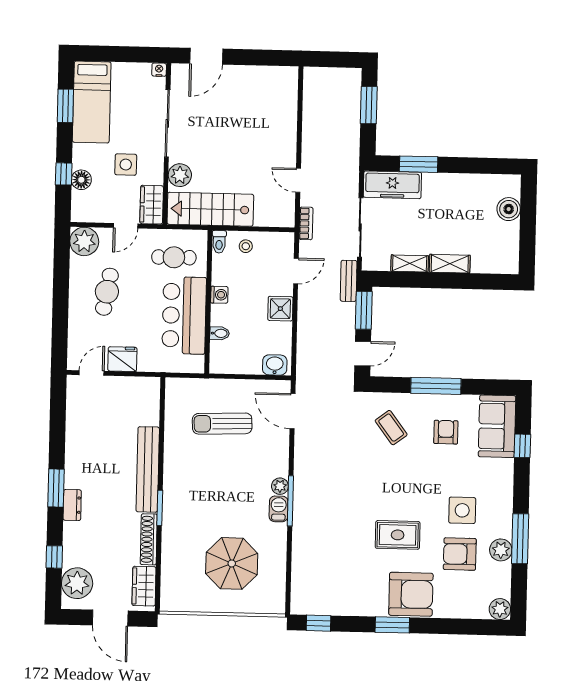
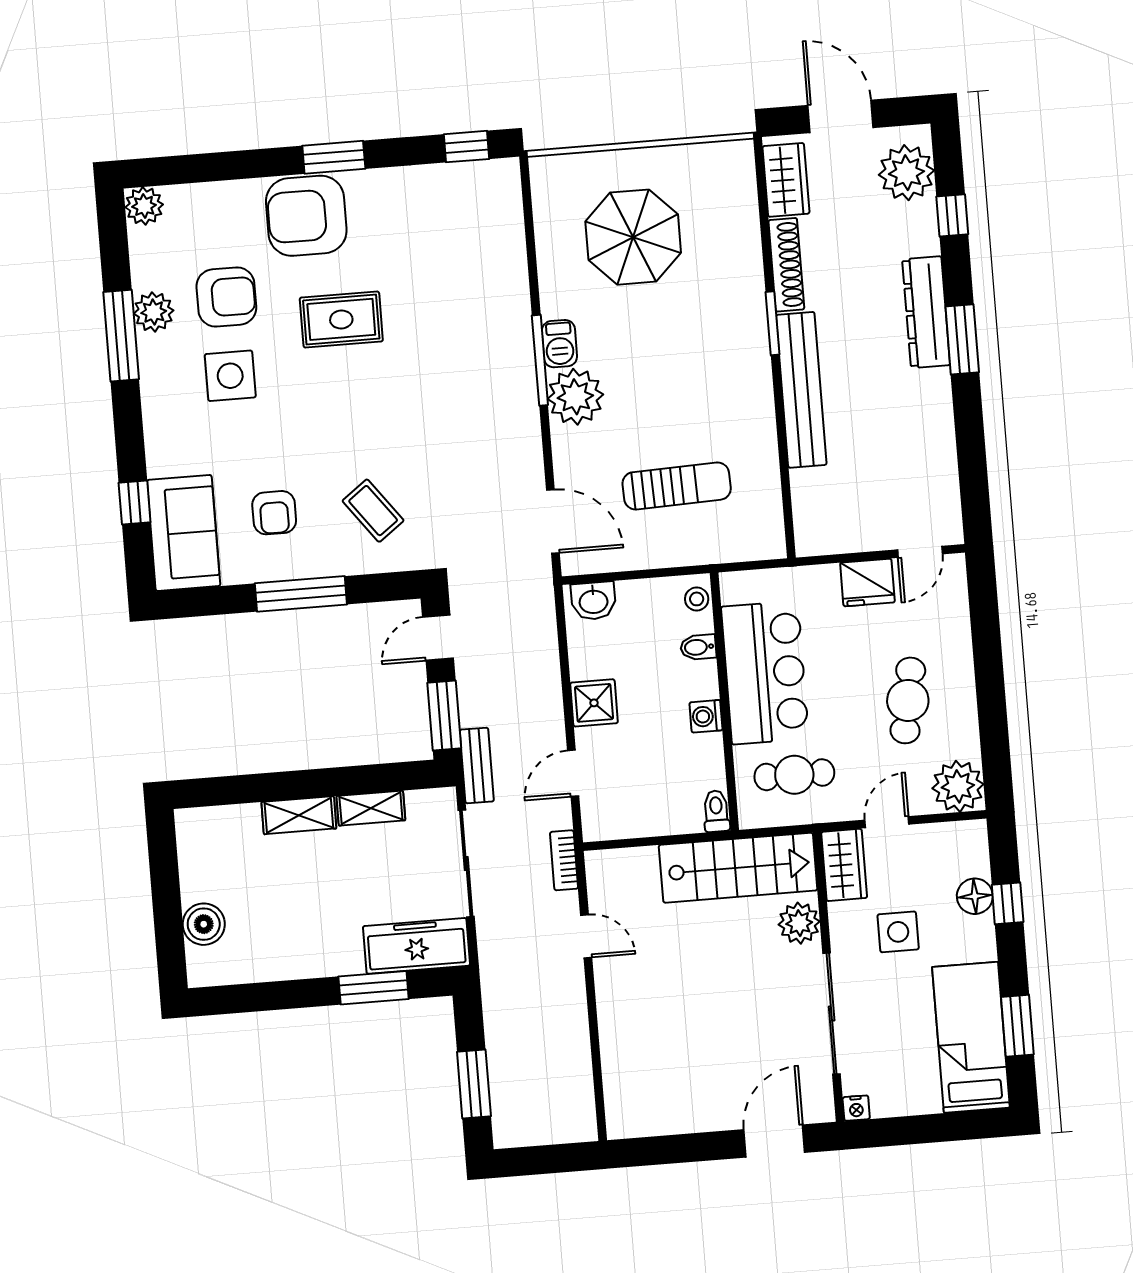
stool: (246, 246) -> (697, 599), moved
plant: (280, 486) -> (575, 397), width x1.88, depth x1.88
dresser: (72, 505) -> (926, 312), width x1.96, depth x1.24

